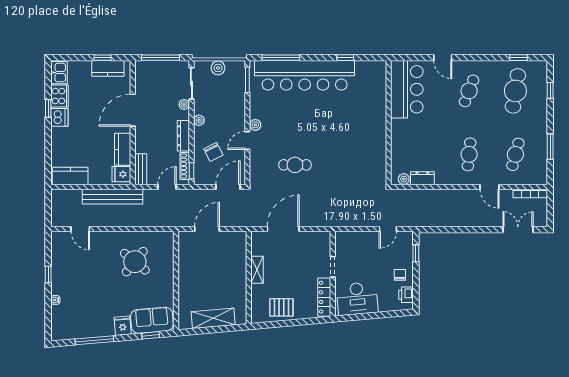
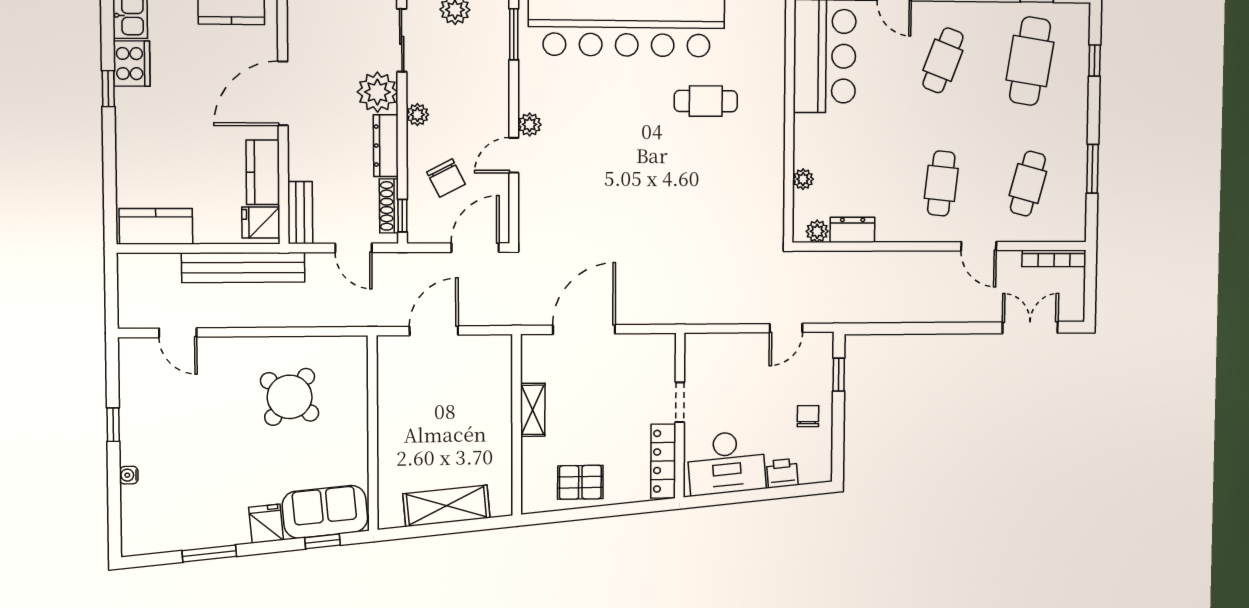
plant: (184, 104) -> (377, 92), width x1.88, depth x1.88
dishwasher: (59, 117) -> (132, 107), removed
plant: (396, 152) -> (803, 179), added
cafe table: (295, 165) -> (706, 101), moved
door: (167, 187) -> (353, 248), swing flipped
printer: (406, 295) -> (782, 473), moved, turned 85
window: (94, 340) -> (209, 553), width x0.69

